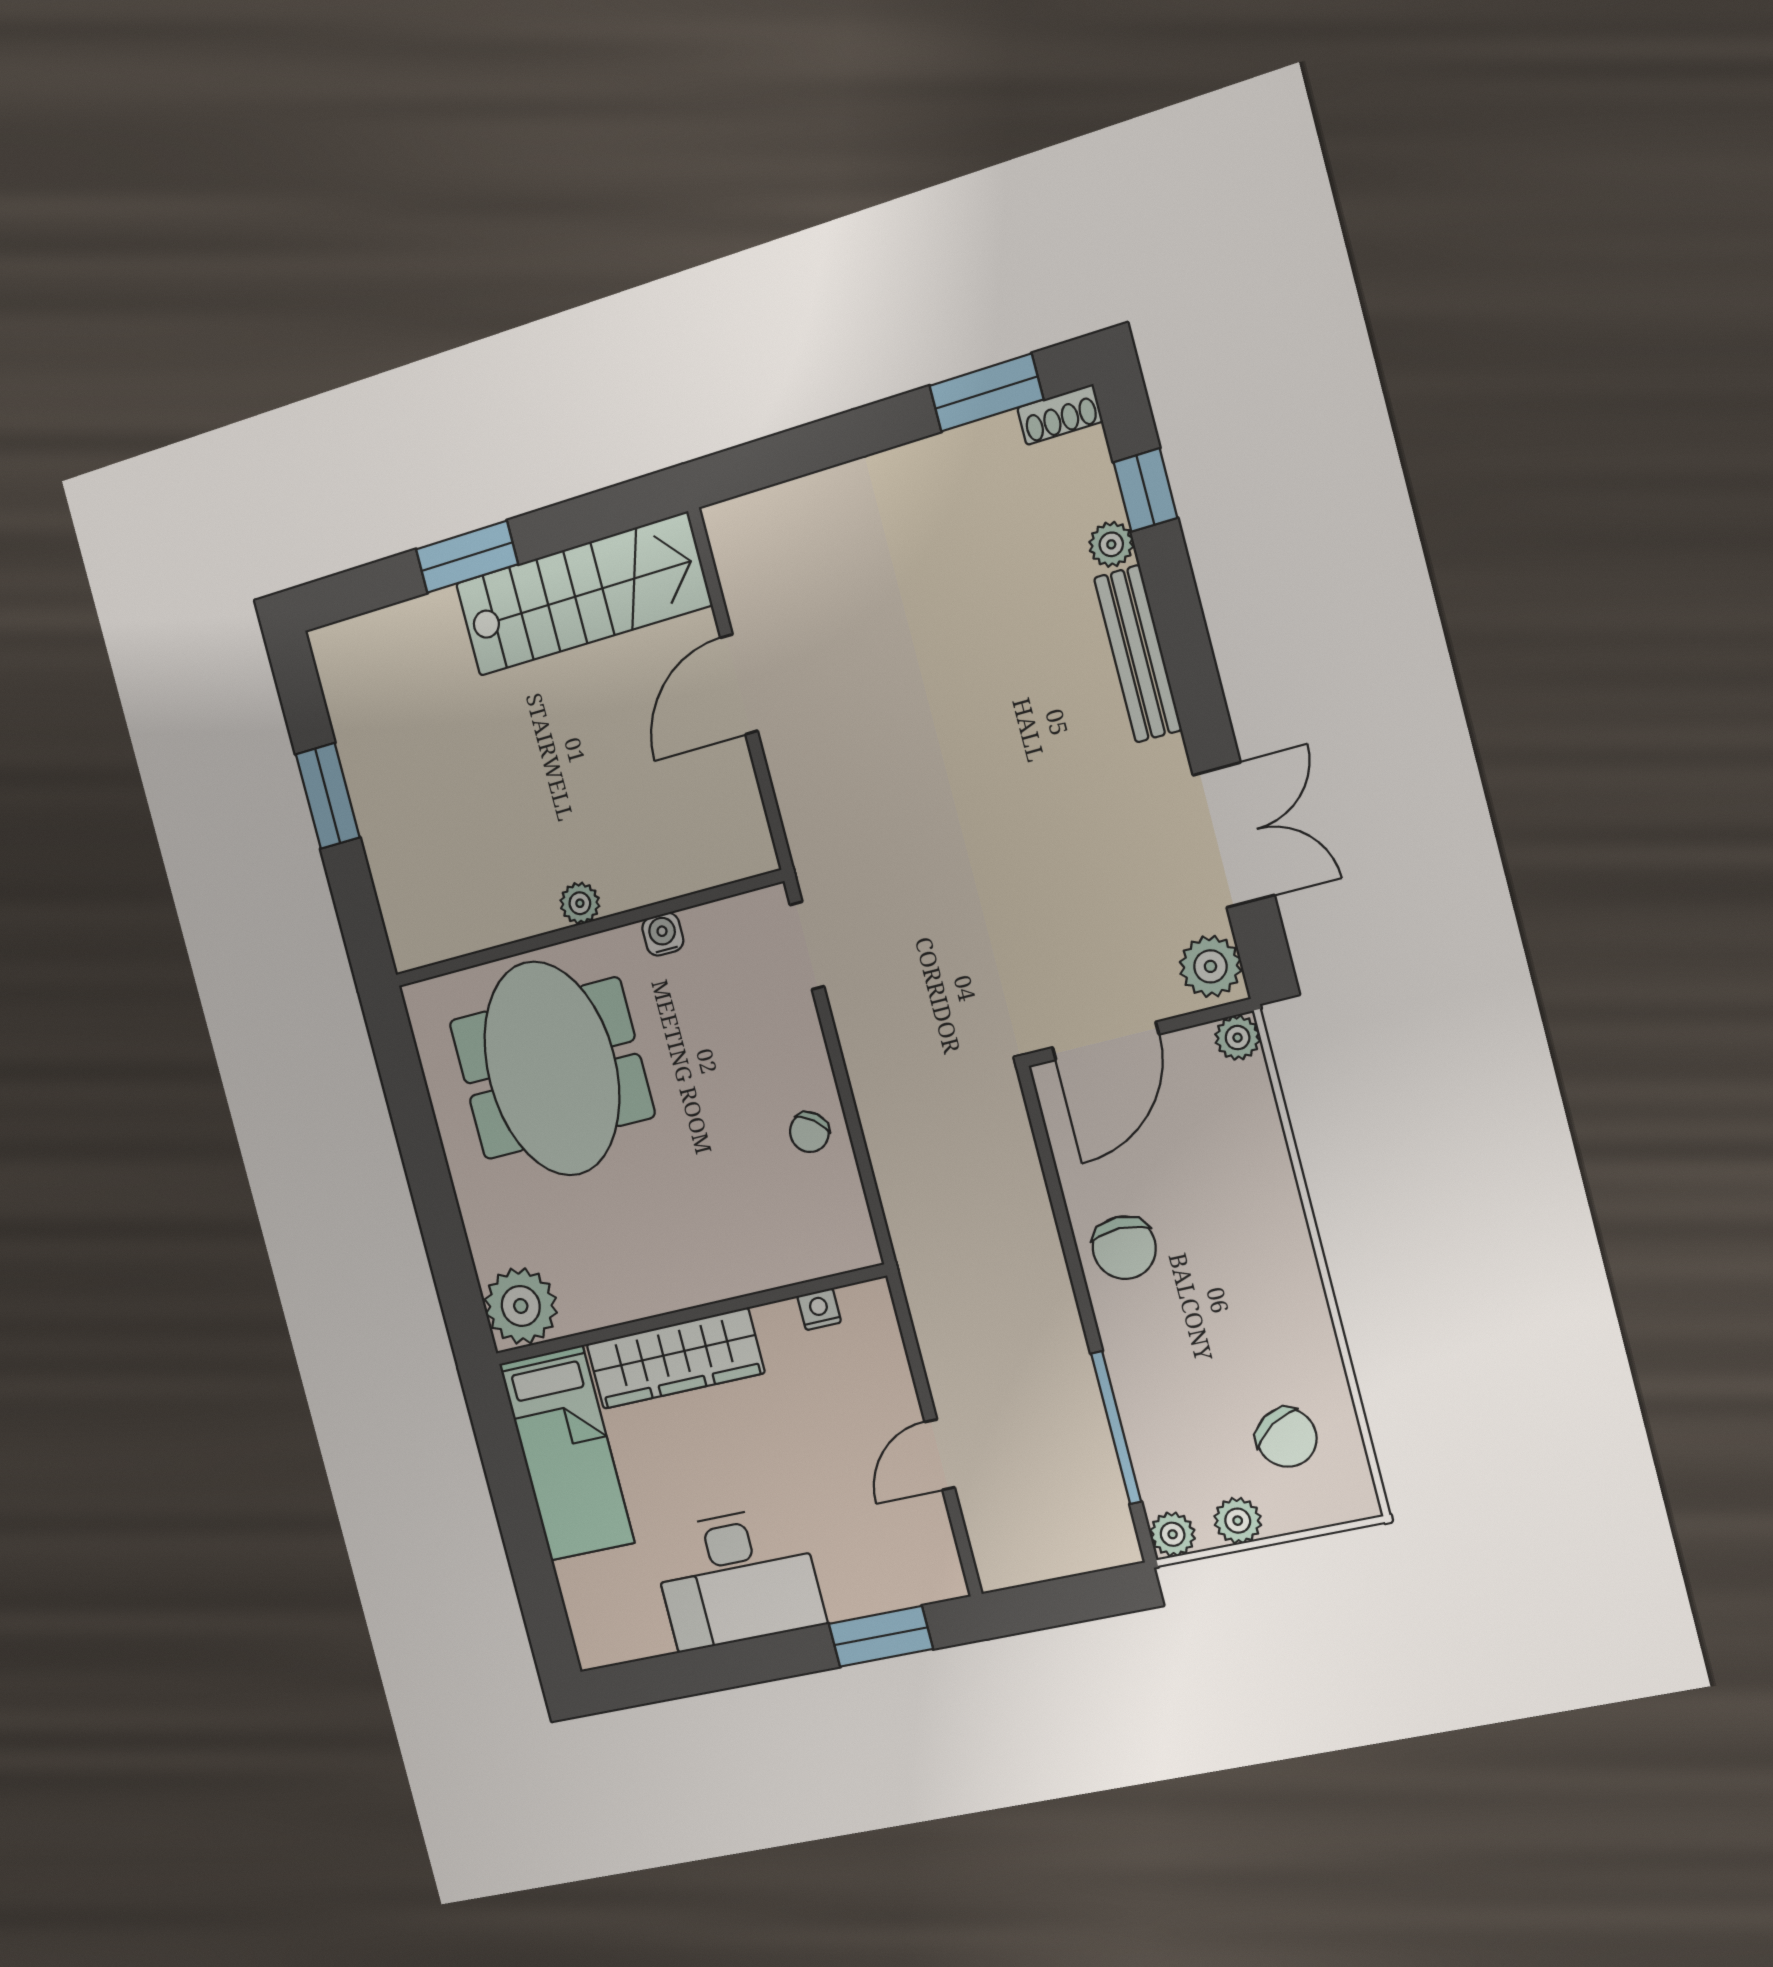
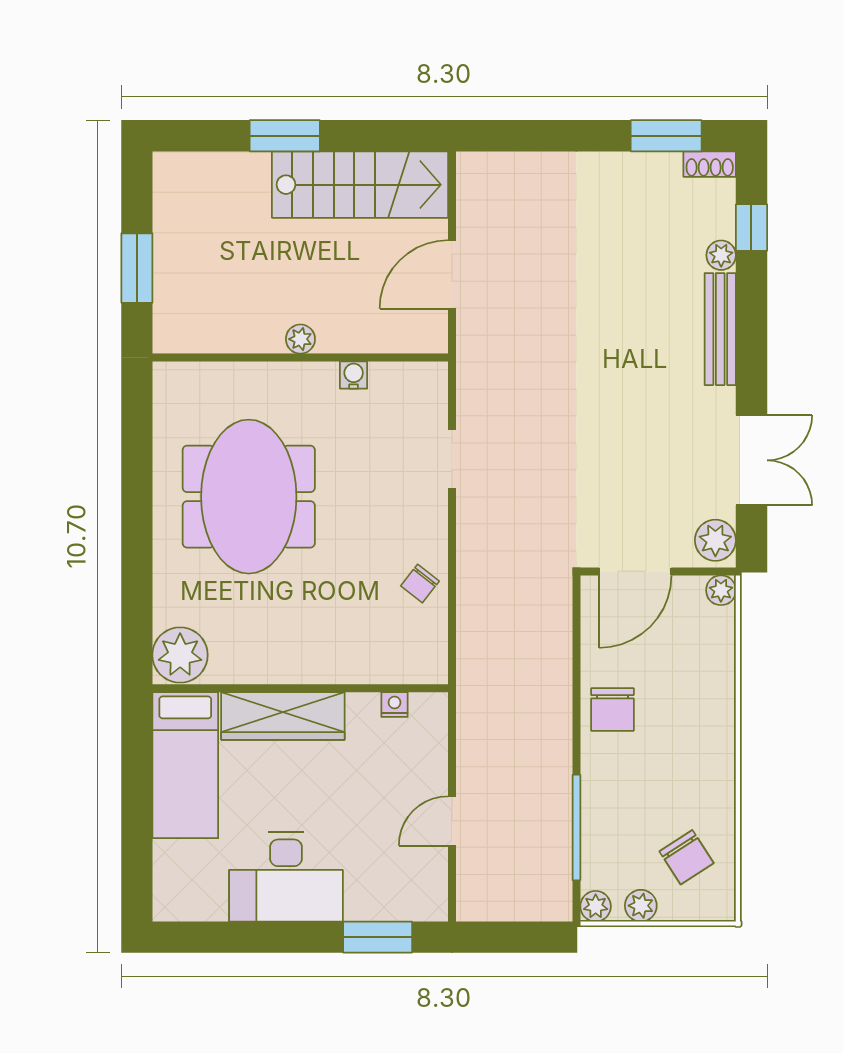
plant: (580, 903) -> (300, 339), moved
wall: (586, 929) -> (300, 358), moved
water cooler: (663, 934) -> (354, 375), moved

